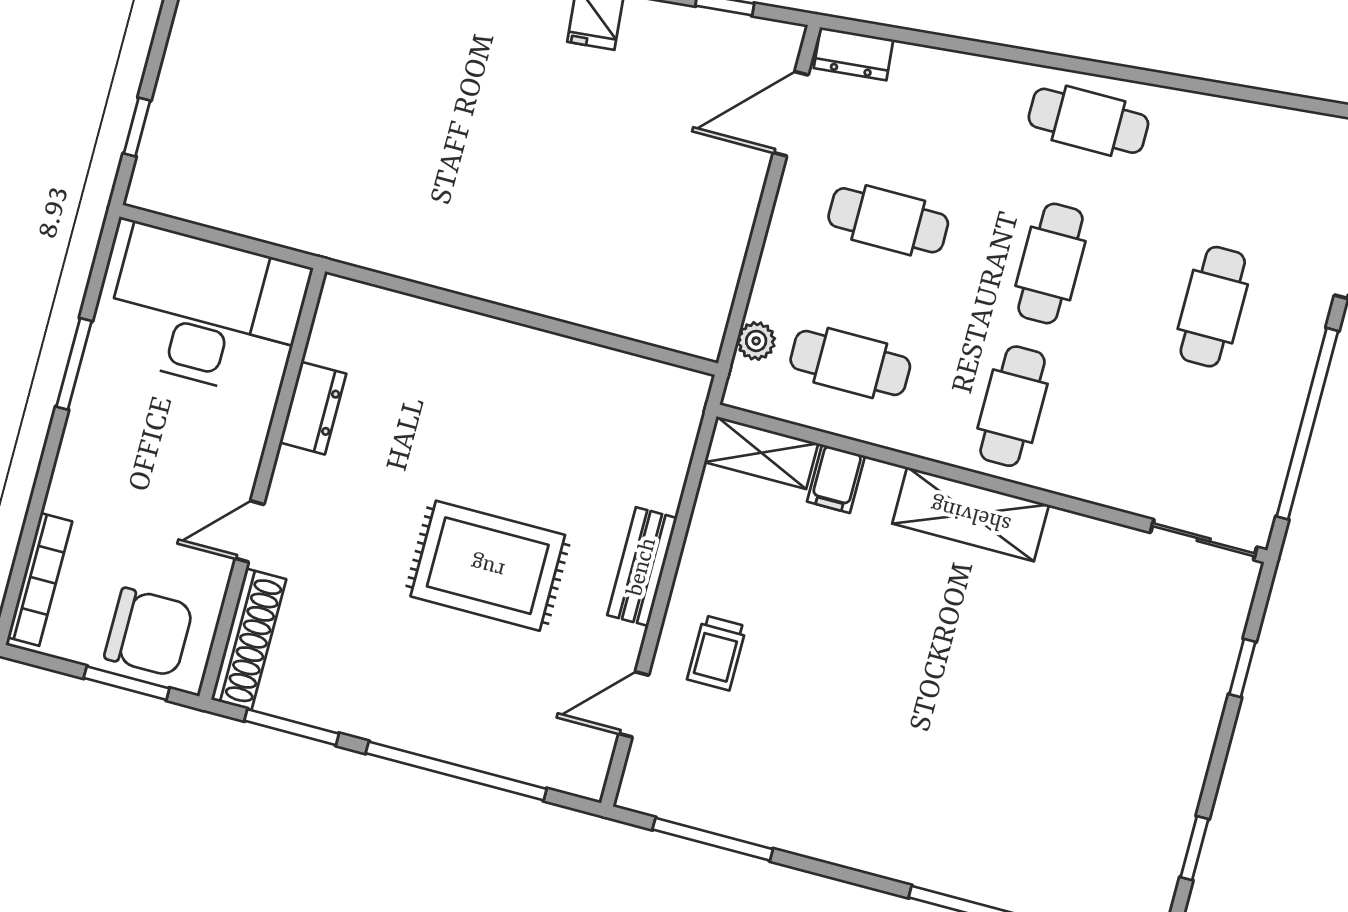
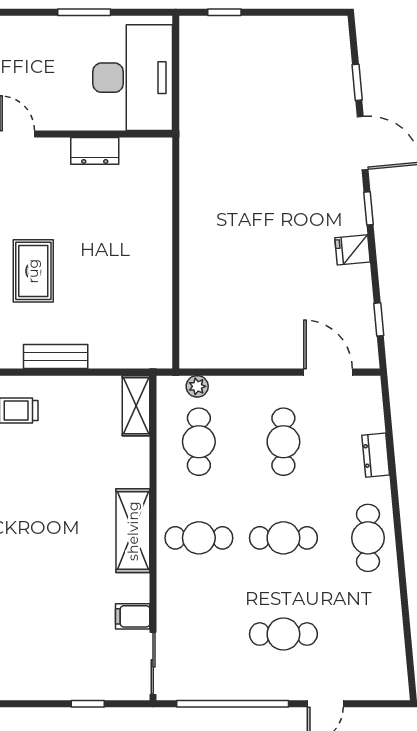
dresser: (854, 54) -> (376, 455), moved
filing cabinet: (836, 479) -> (133, 616), moved
rug: (488, 566) -> (33, 271), width x0.73, depth x0.70

